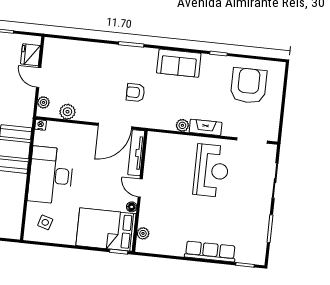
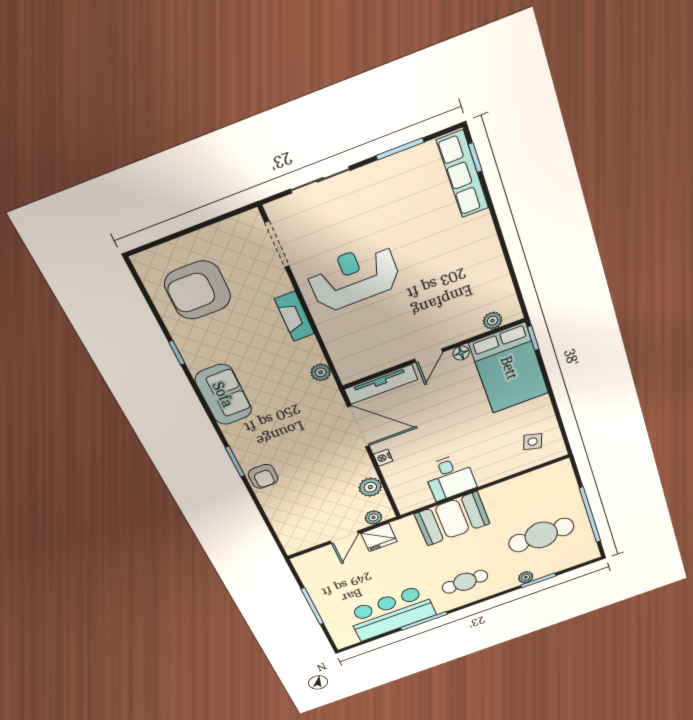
fridge: (31, 55) -> (379, 537), moved
armchair: (135, 92) -> (263, 476), moved
nightstand: (41, 125) -> (383, 458), moved
plant: (182, 125) -> (321, 372), moved
desk: (51, 175) -> (450, 477), width x0.53, depth x0.77
row of seats: (210, 252) -> (463, 174), moved

